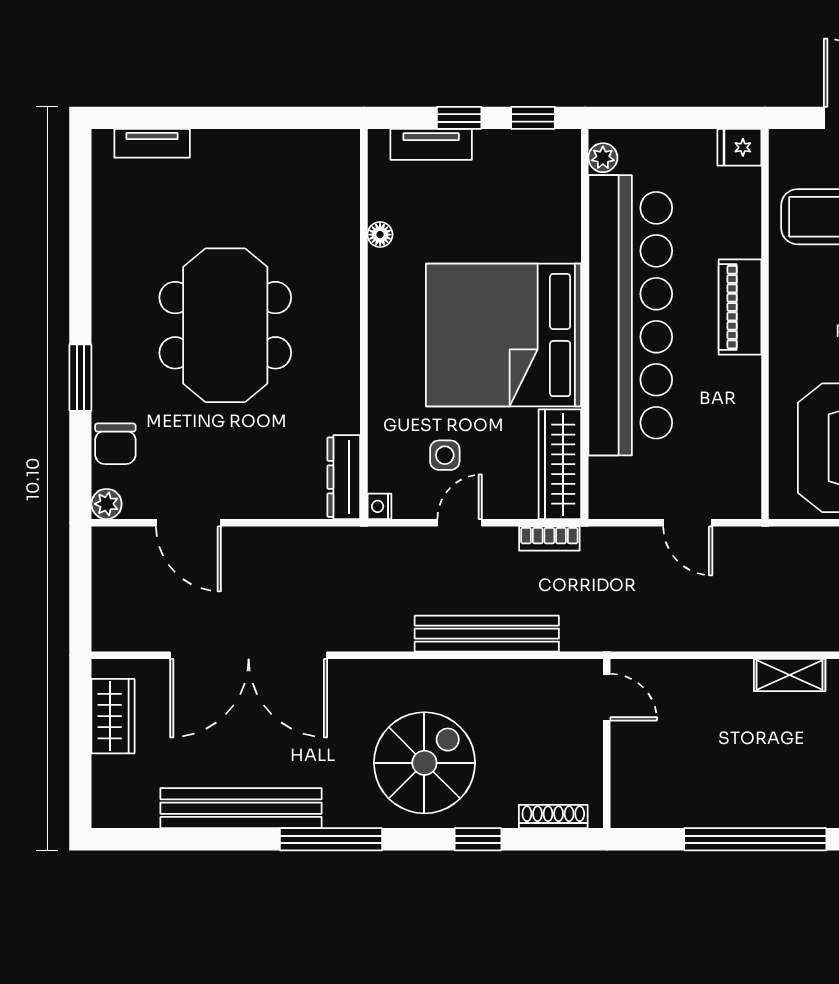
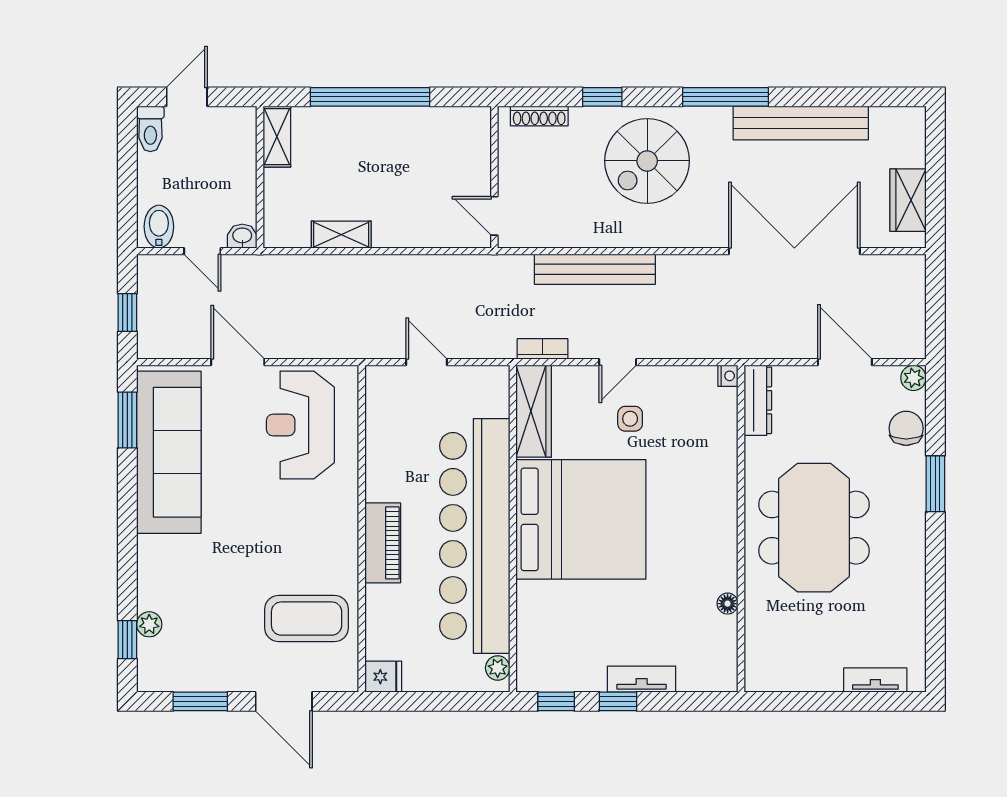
floor lamp: (380, 235) -> (728, 604), moved
wall: (364, 324) -> (741, 529), moved
dresser: (344, 477) -> (758, 400), moved
nightstand: (379, 506) -> (728, 376), moved

